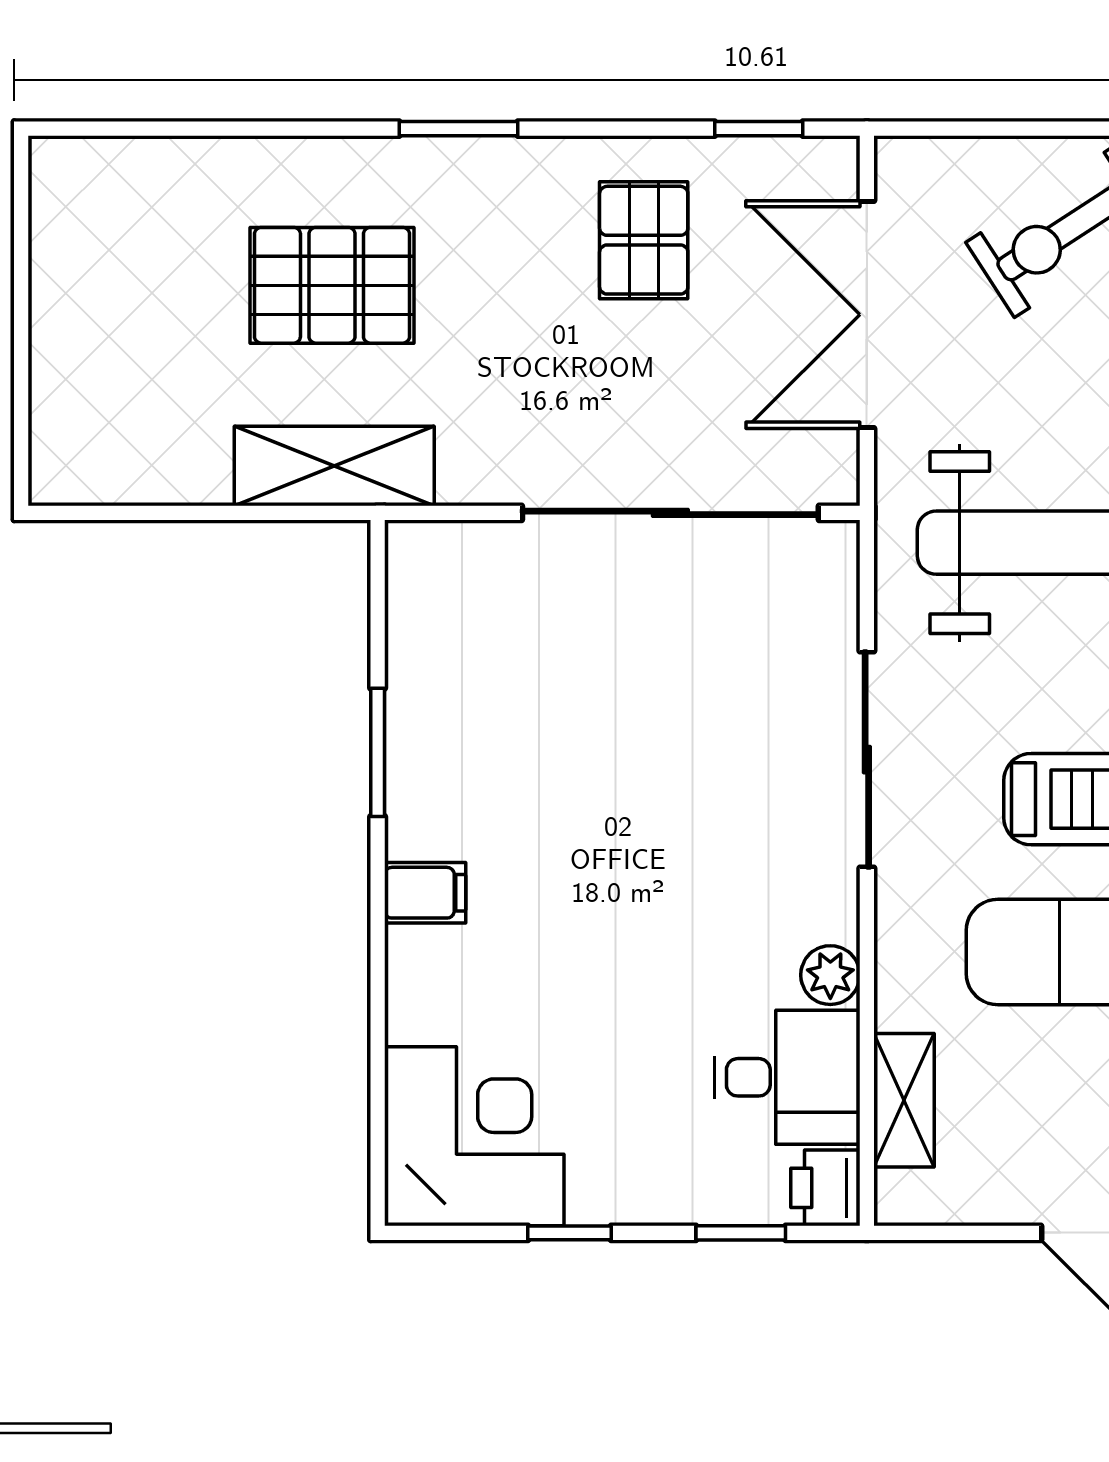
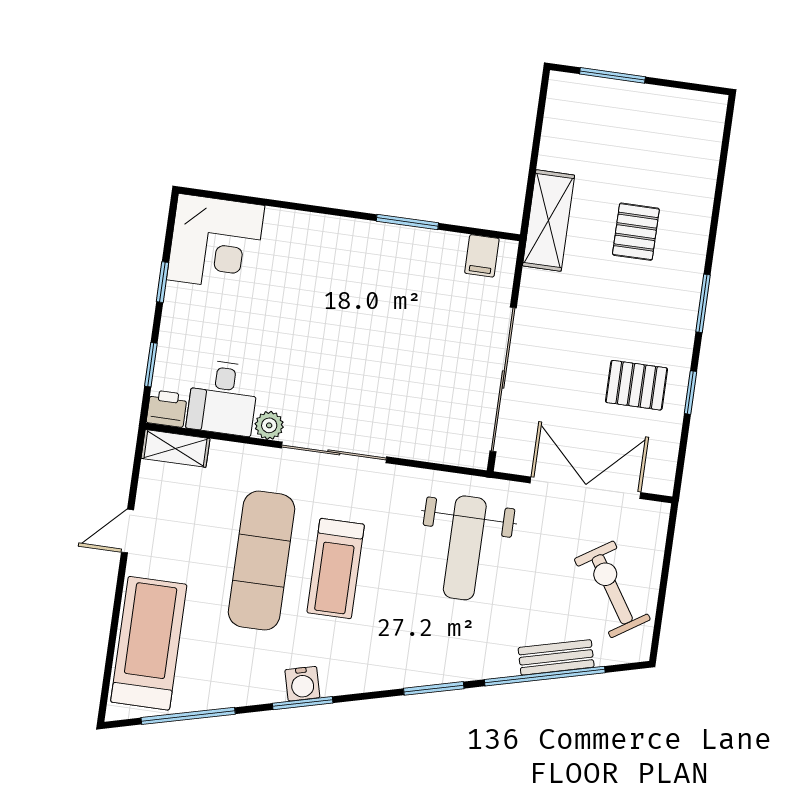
window: (759, 129) -> (690, 393), moved
pallet: (332, 285) -> (636, 232), width x0.67, depth x0.71
window: (21, 378) -> (612, 75), added
sliding door: (867, 760) -> (334, 452), moved
filing cabinet: (425, 893) -> (482, 256), moved
shelving: (904, 1100) -> (176, 448), moved

